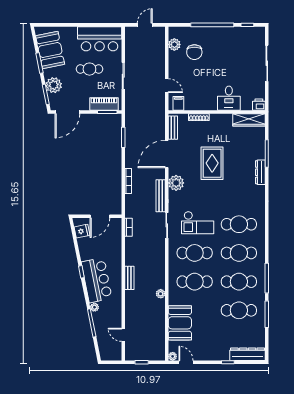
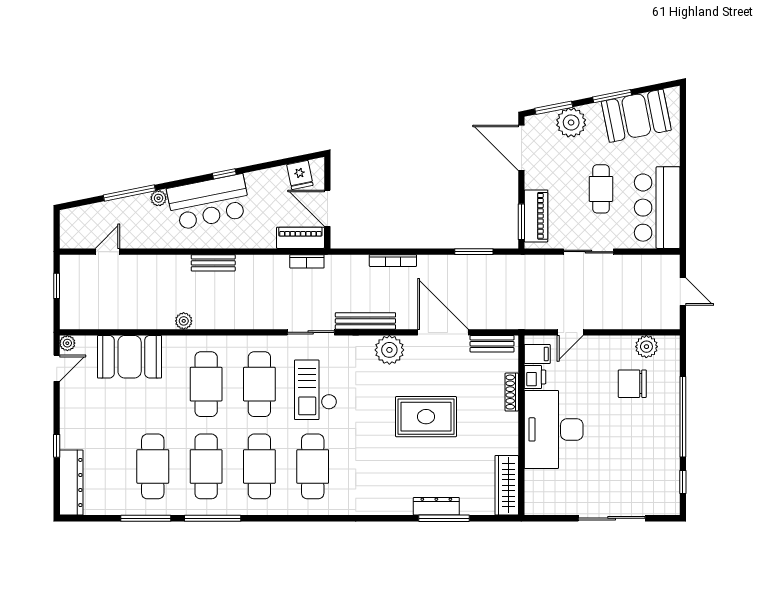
desk: (229, 98) -> (554, 429), width x1.87, depth x1.30
printer: (259, 105) -> (535, 377), moved
dresser: (260, 172) -> (436, 506), moved
piano: (116, 231) -> (300, 238), added

